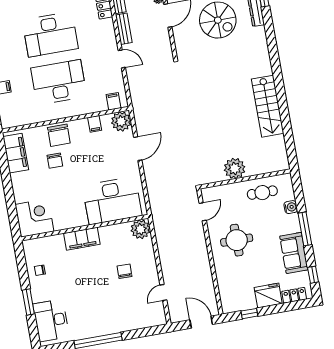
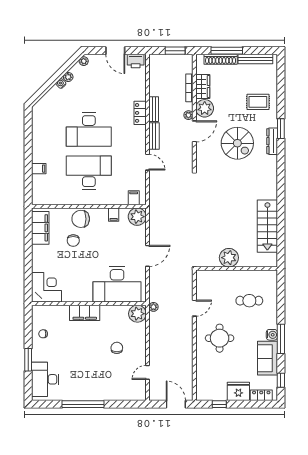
chair: (59, 135) -> (81, 219), turned 90
door: (138, 149) -> (147, 256), moved
plant: (235, 168) -> (229, 258), moved
wall: (245, 179) -> (237, 268), moved
water cooler: (291, 207) -> (272, 335), moved
plant: (157, 219) -> (153, 307), added

